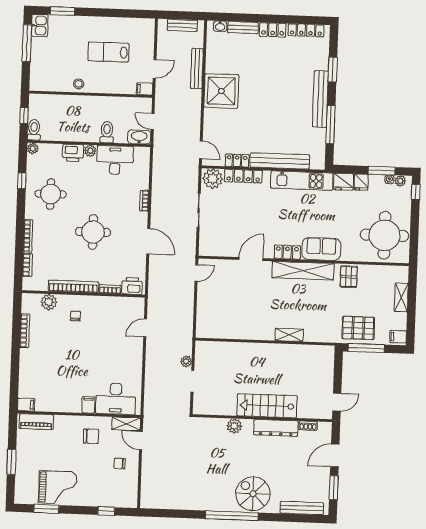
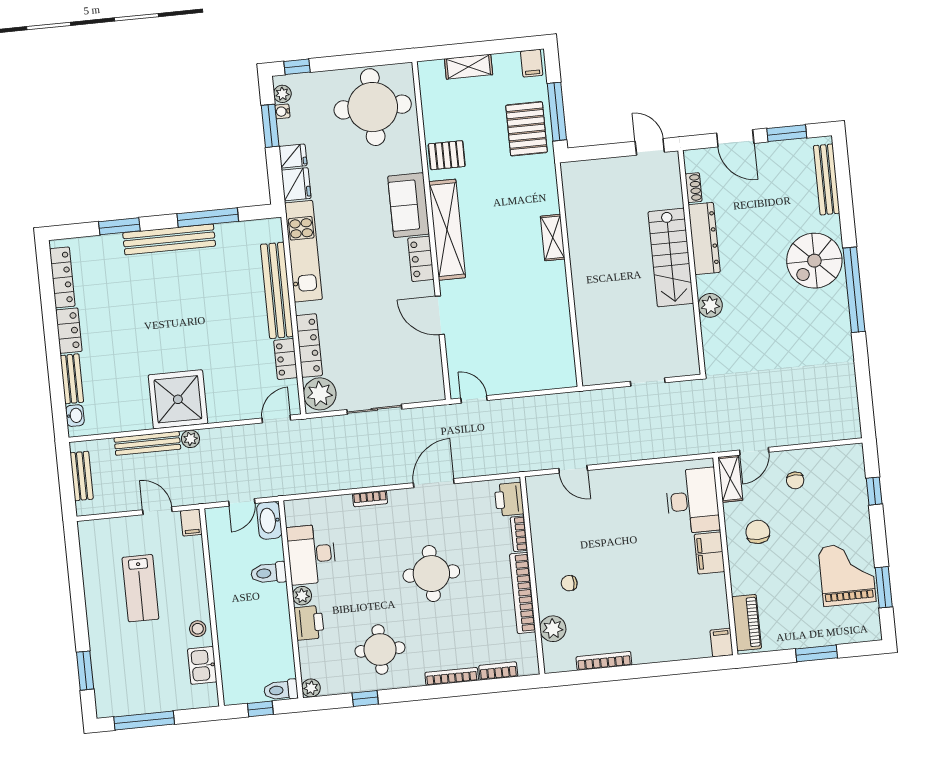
kitchen sink: (40, 25) -> (202, 665), moved, turned -90
plant: (186, 361) -> (190, 439), moved
filing cabinet: (88, 405) -> (709, 553), width x2.00

